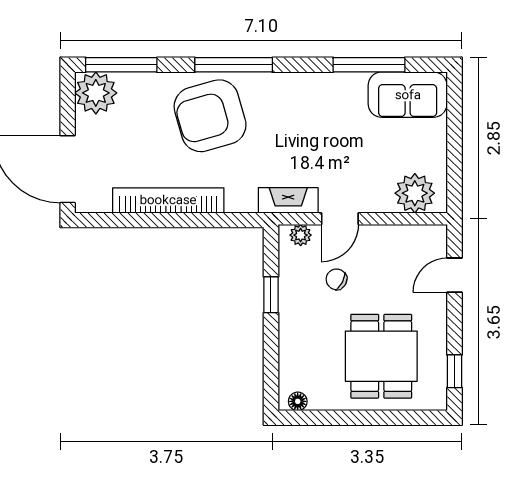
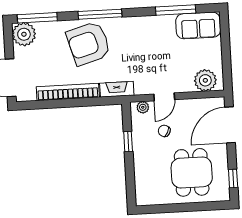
fireplace: (288, 200) -> (117, 89), moved
door: (454, 275) -> (230, 125), width x1.87
floor lamp: (298, 401) -> (146, 200), removed

